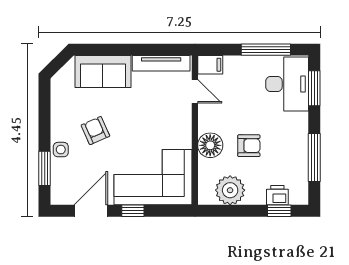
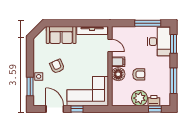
filing cabinet: (210, 65) -> (118, 62), moved
plant: (230, 190) -> (139, 98), moved
door: (91, 211) -> (55, 109), hinge flipped

